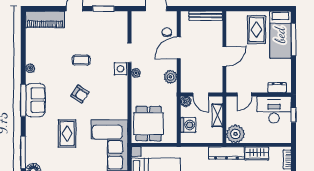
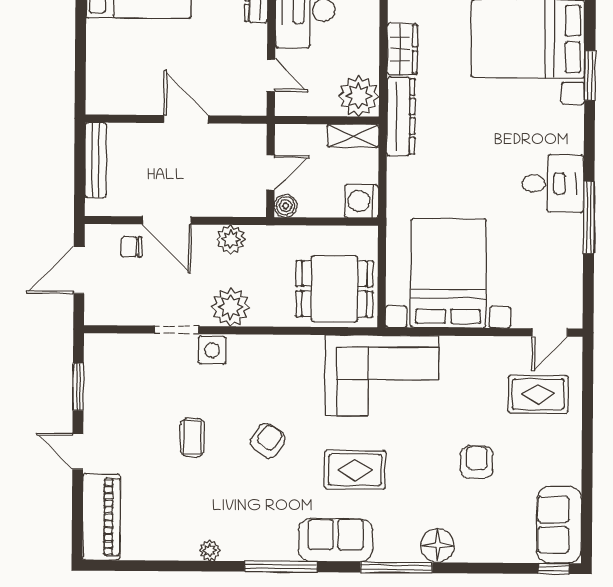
rug: (257, 30) -> (127, 48), removed
plant: (136, 73) -> (231, 307), width x1.87, depth x1.87
sofa: (35, 100) -> (335, 540), moved
shelving: (217, 115) -> (353, 136), moved
washing machine: (188, 125) -> (362, 201), moved, turned -90

